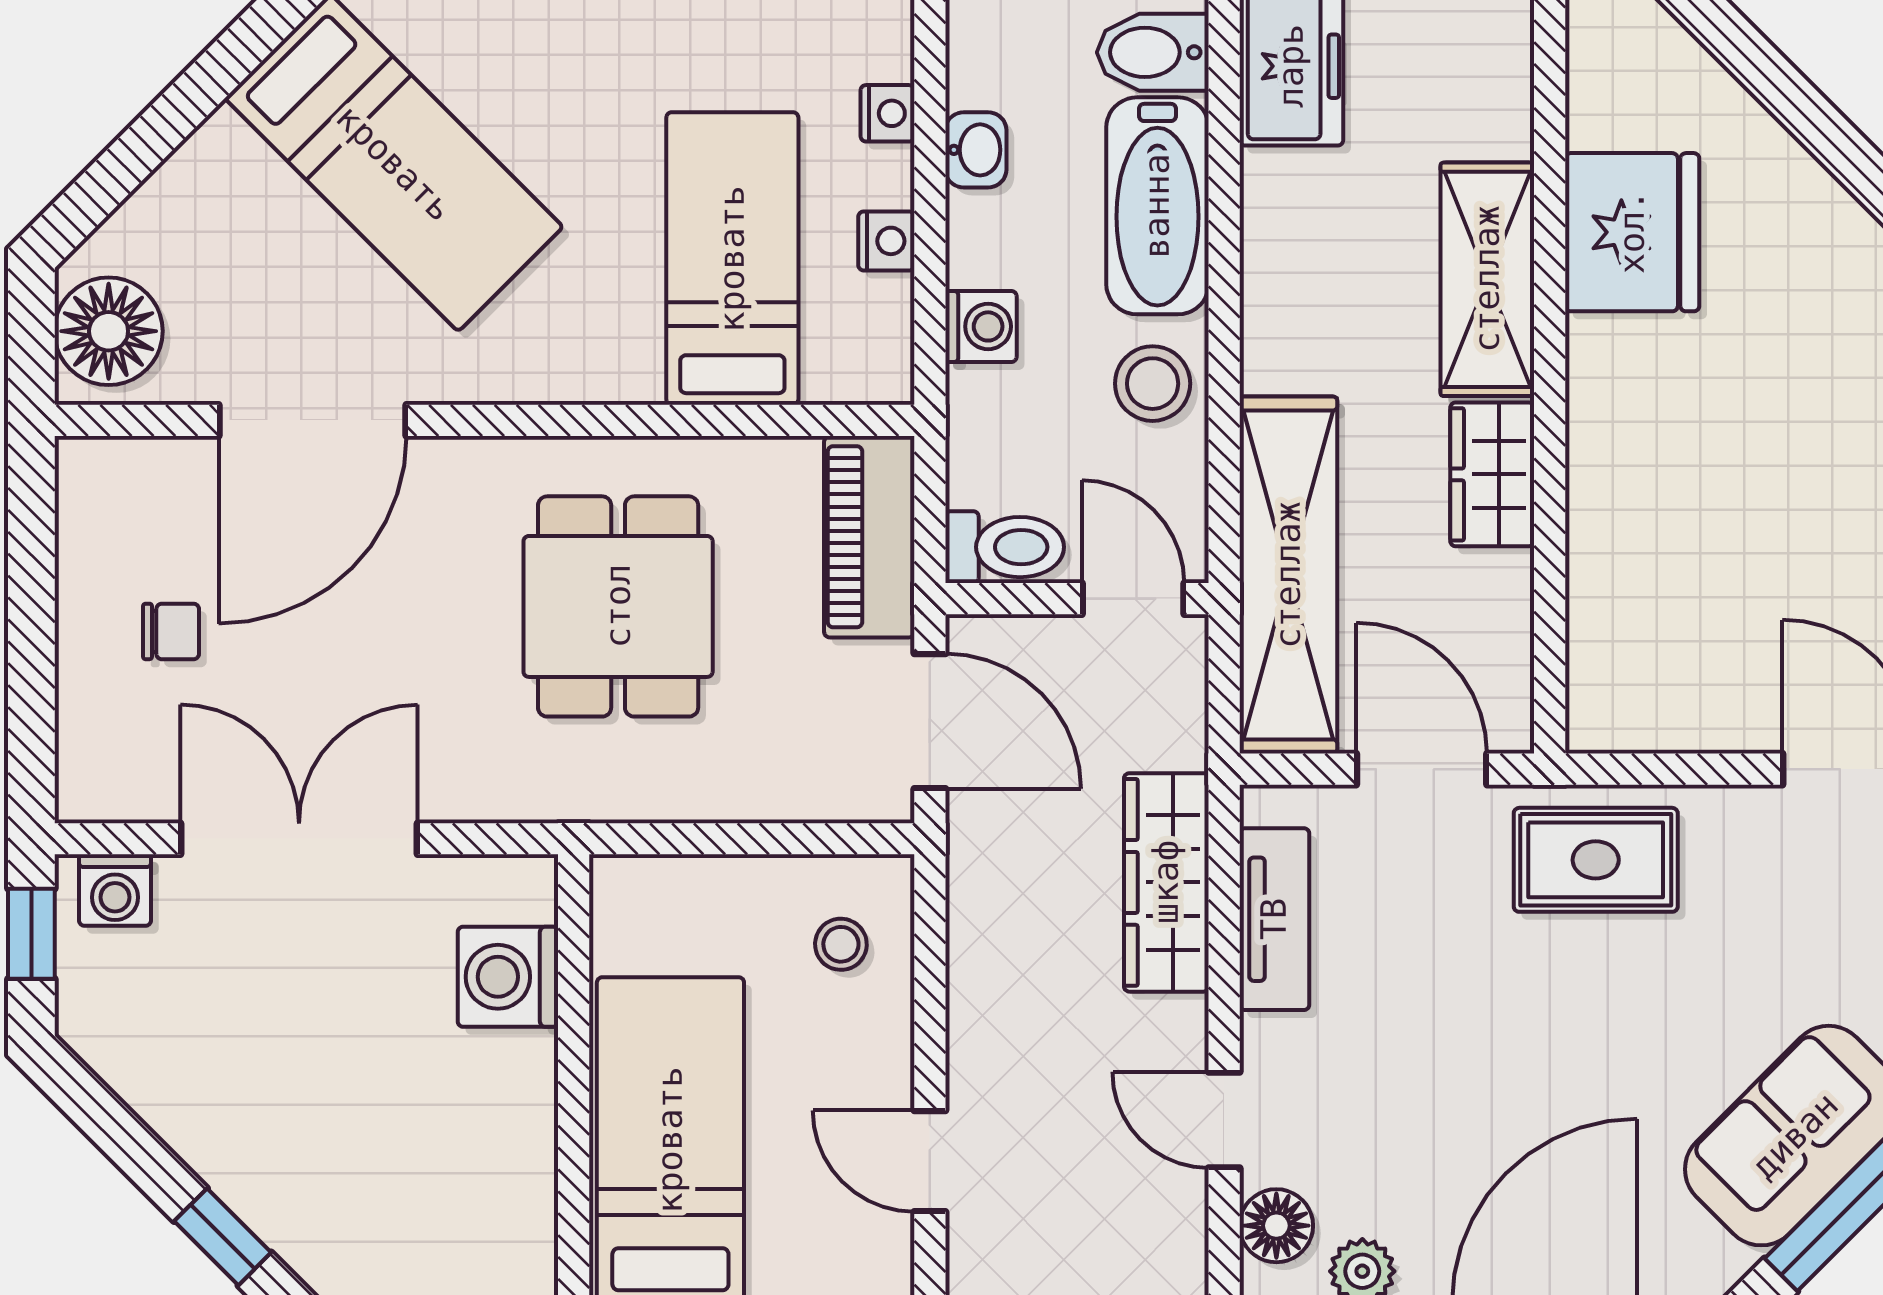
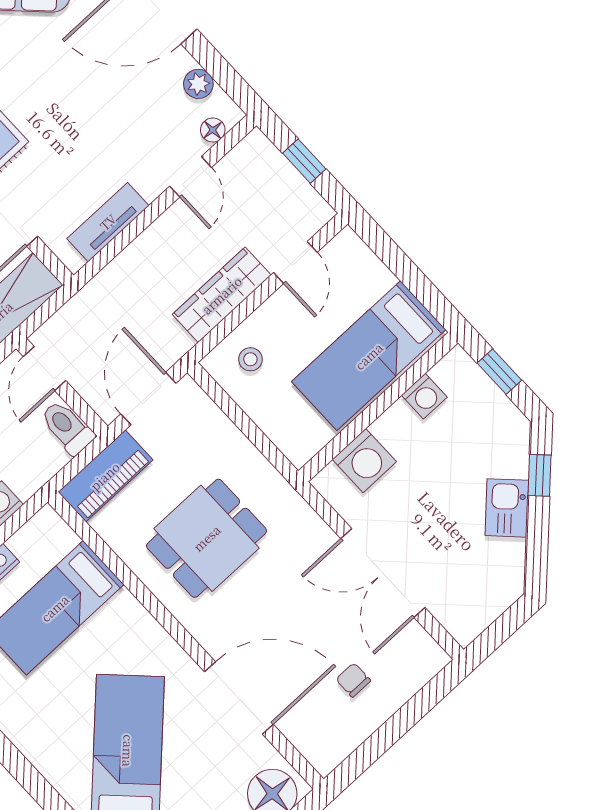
wardrobe: (1166, 882) -> (222, 295), moved, turned 180
washing machine: (115, 890) -> (424, 396), moved, turned 90
window: (31, 934) -> (497, 633), removed
kitchen sink: (219, 1136) -> (507, 508), added
floor lamp: (1276, 1226) -> (213, 130), width x0.73, depth x0.73

